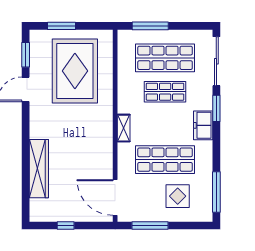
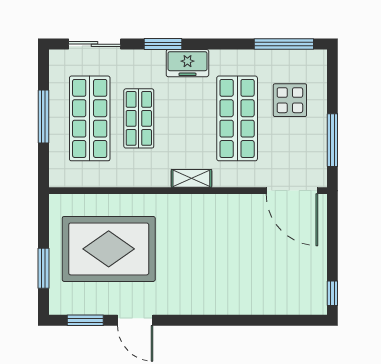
window: (150, 26) -> (43, 116), moved
sliding door: (216, 61) -> (95, 44), width x0.73
wardrobe: (39, 169) -> (250, 301), removed
door: (115, 197) -> (292, 191), hinge flipped
window: (66, 225) -> (332, 293), moved

